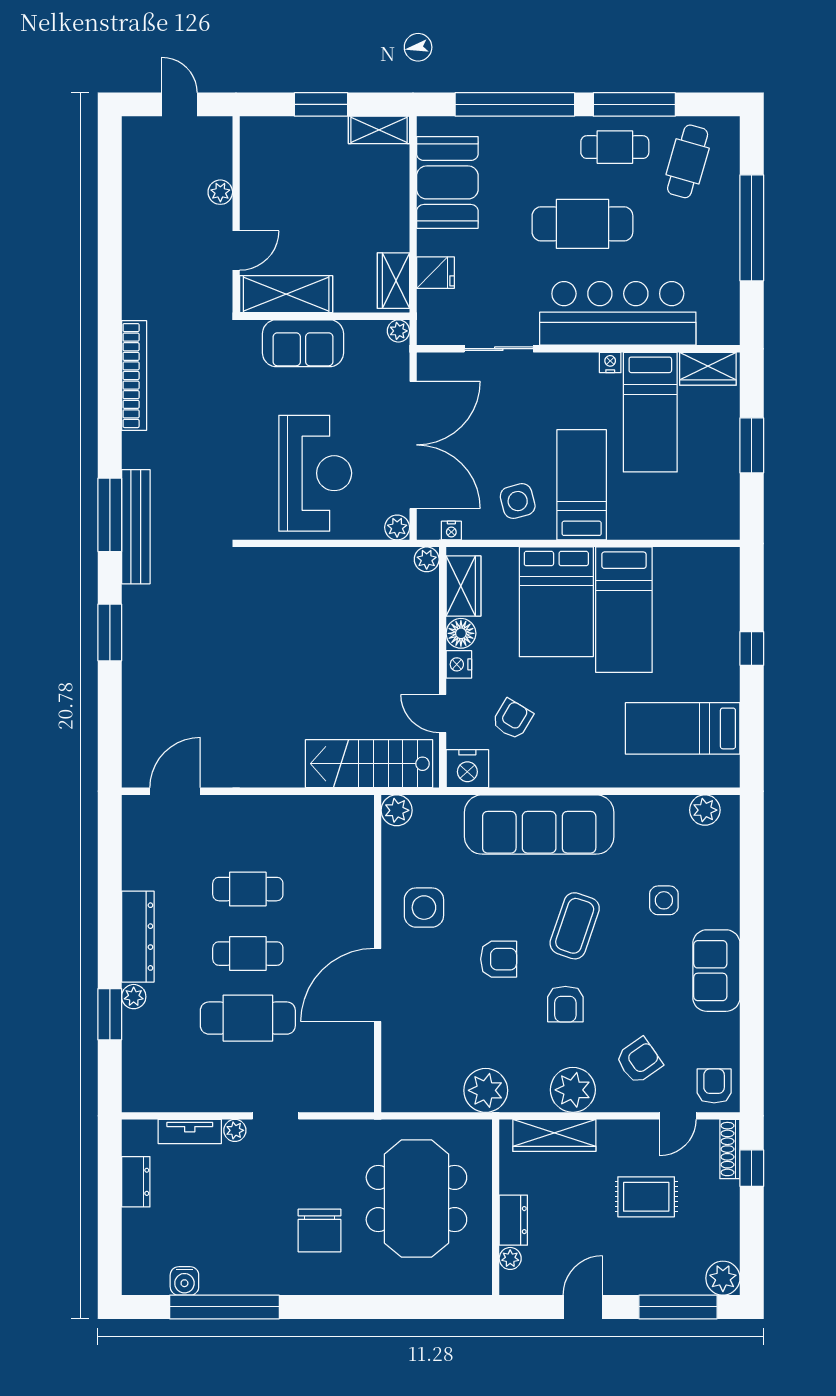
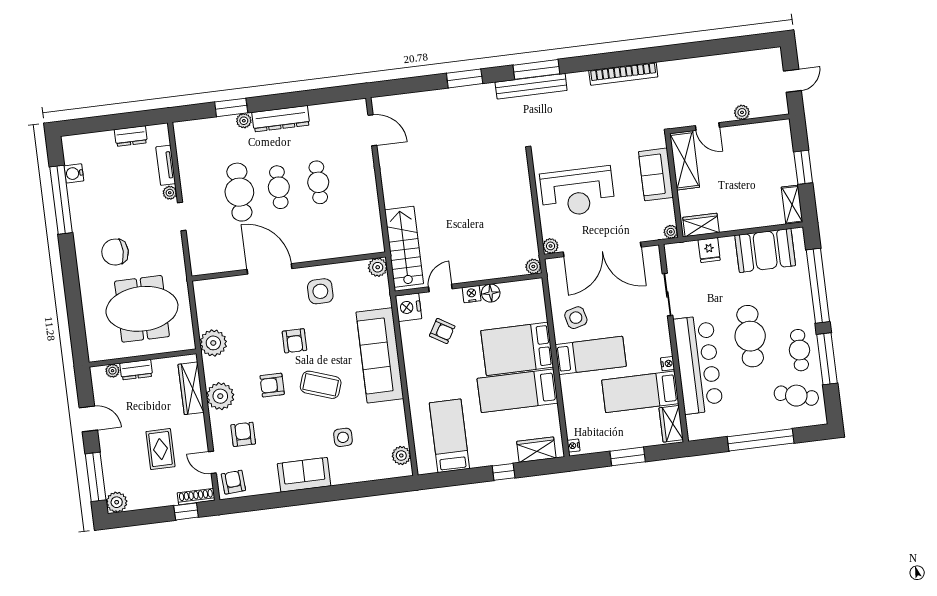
nightstand: (451, 531) -> (573, 446), moved
wardrobe: (464, 586) -> (536, 450), moved, turned 180
armchair: (639, 1061) -> (243, 434), turned -145
armchair: (714, 1086) -> (233, 482), turned -94

